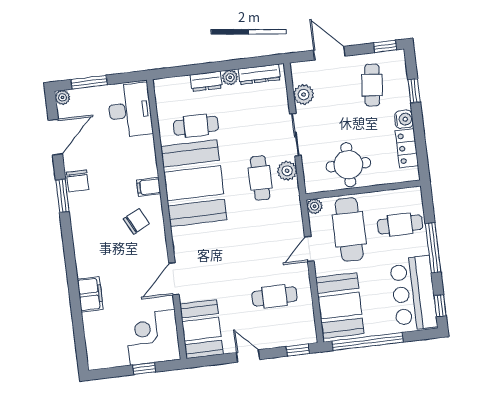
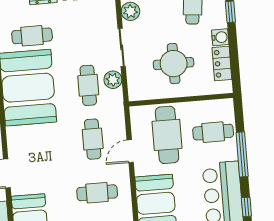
round table: (348, 165) -> (174, 64), moved
plant: (315, 206) -> (136, 113), removed
cafe table: (267, 237) -> (93, 139), added

